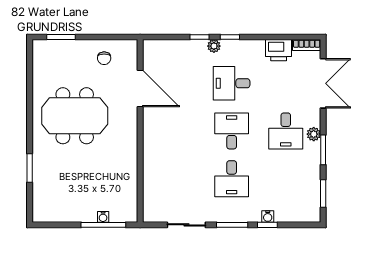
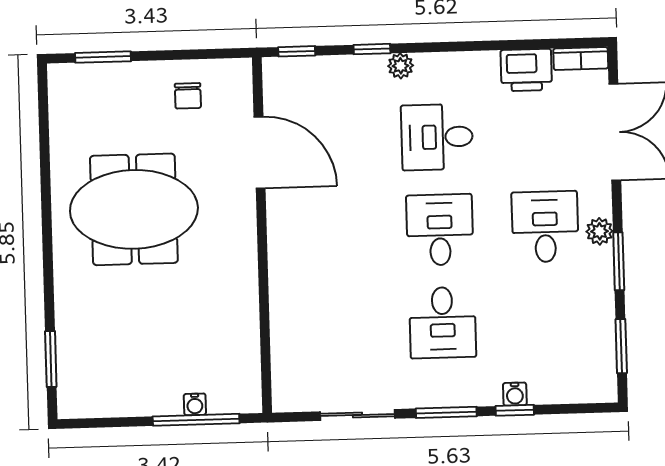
window: (230, 37) -> (297, 51), moved
desk: (286, 131) -> (545, 227), turned 180
window: (30, 168) -> (51, 359), moved

